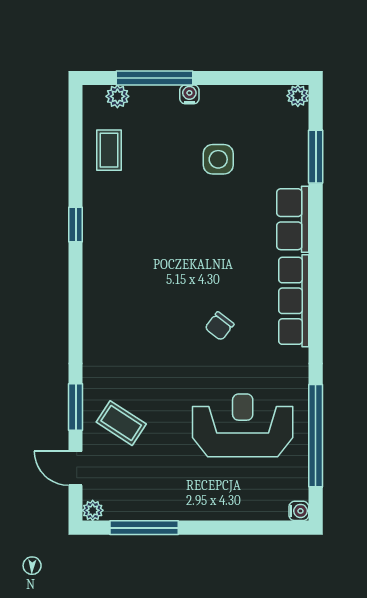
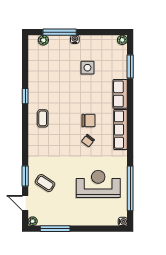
coffee table: (109, 150) -> (43, 118), moved
chair: (221, 280) -> (88, 120), added

